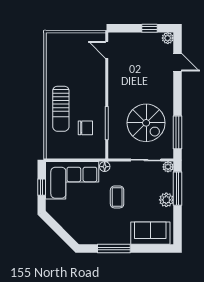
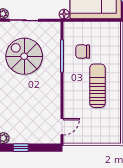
door: (107, 50) -> (62, 127), hinge flipped
sun lounger: (61, 109) -> (97, 86), moved

